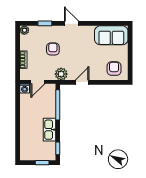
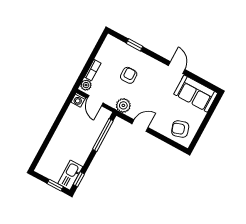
door: (72, 23) -> (177, 68), moved
plant: (24, 30) -> (86, 85), moved
armchair: (114, 69) -> (180, 129), turned -108
door: (38, 82) -> (95, 101), hinge flipped
kitchen sink: (49, 130) -> (70, 175), moved

